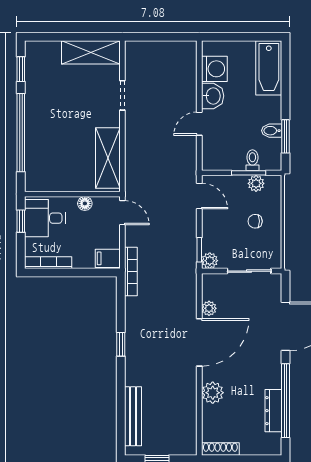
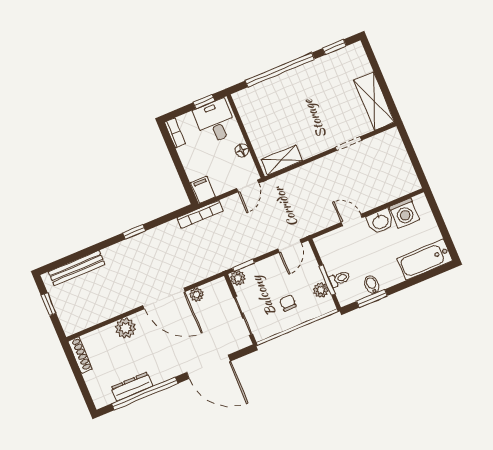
shelving: (108, 158) -> (282, 160), width x0.67, depth x0.75
bookcase: (48, 263) -> (175, 133), width x0.64

